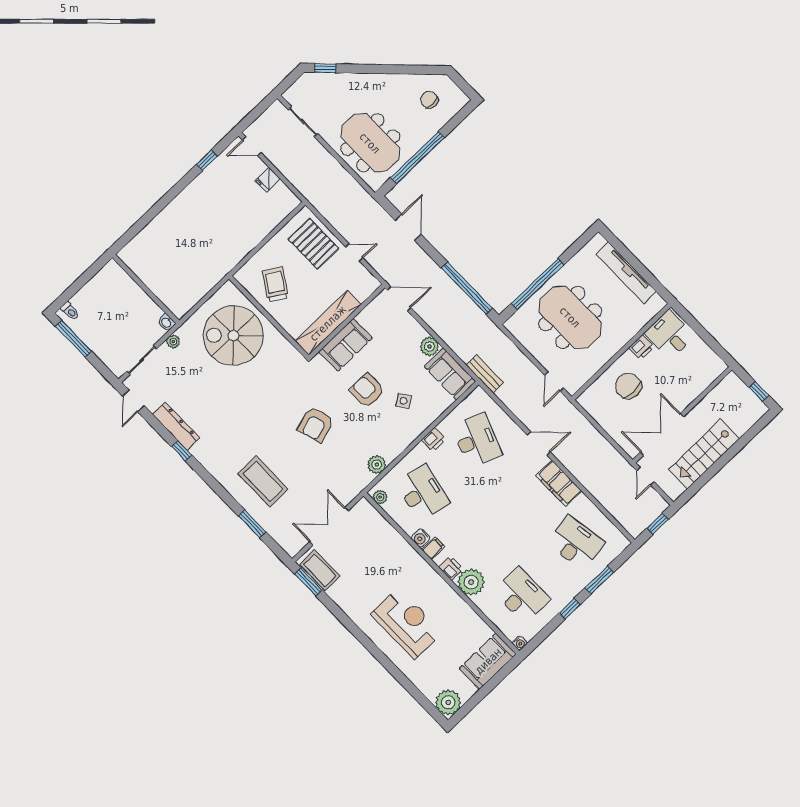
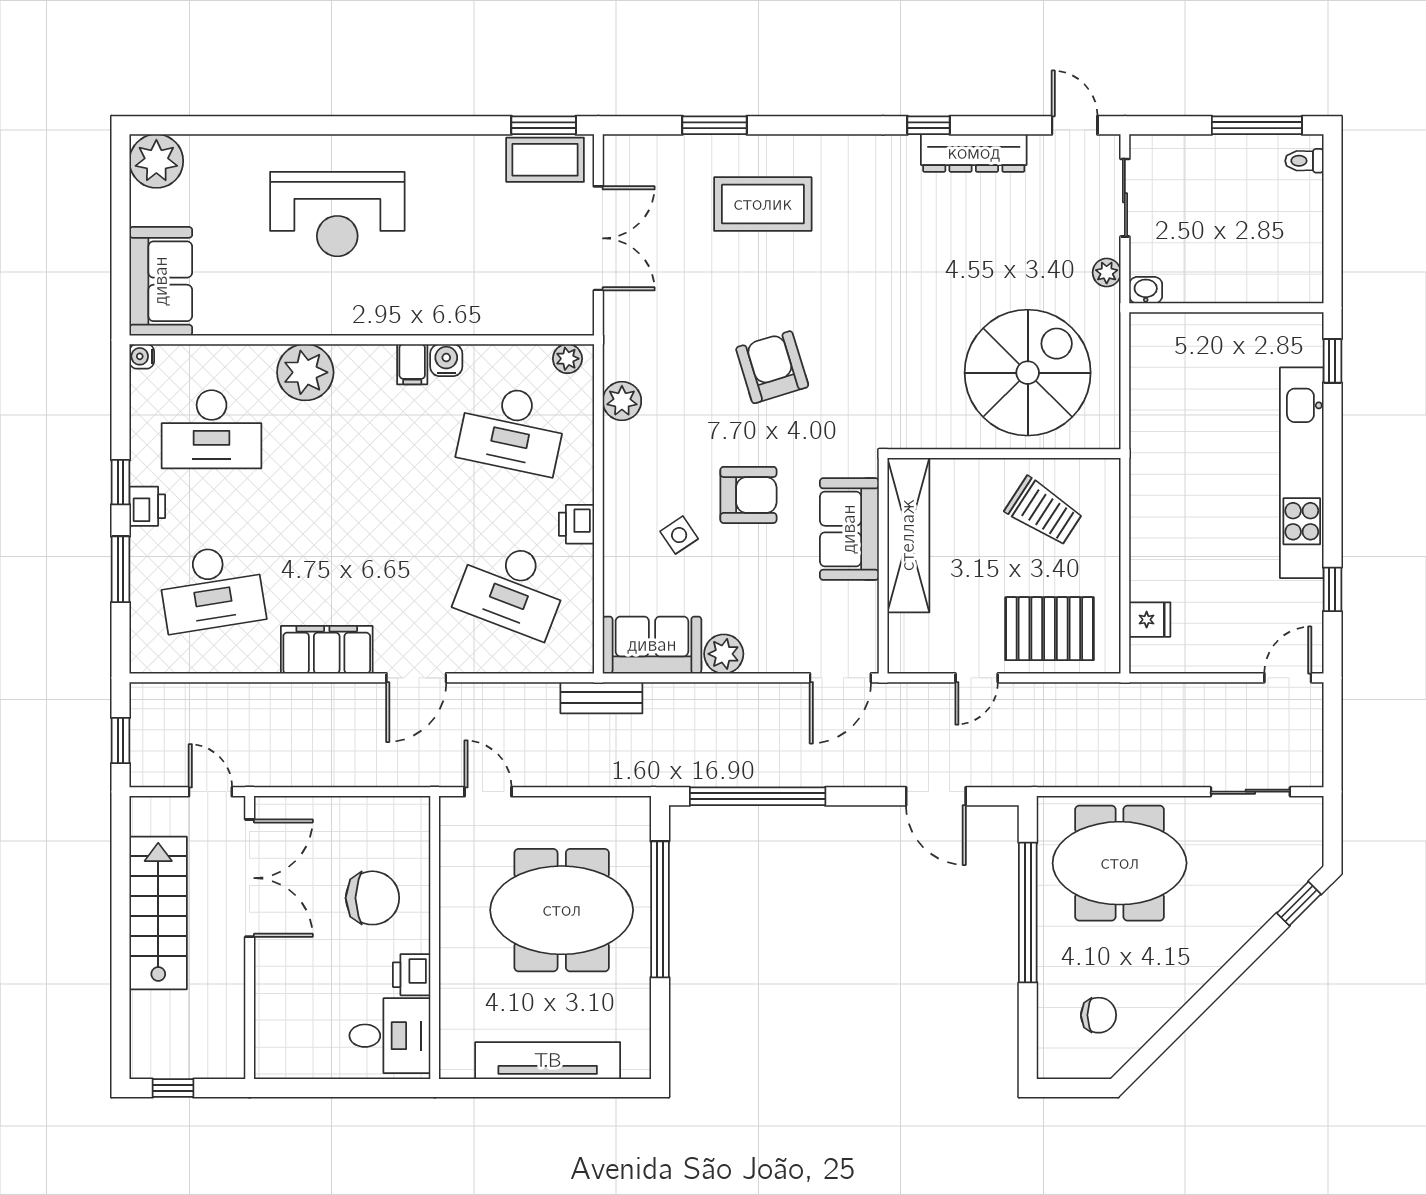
fridge: (268, 180) -> (1150, 620), moved, turned 90
kitchen unit: (177, 209) -> (1302, 473), added
window: (129, 235) -> (1332, 361), added
printer: (451, 568) -> (147, 506), moved, turned -90

